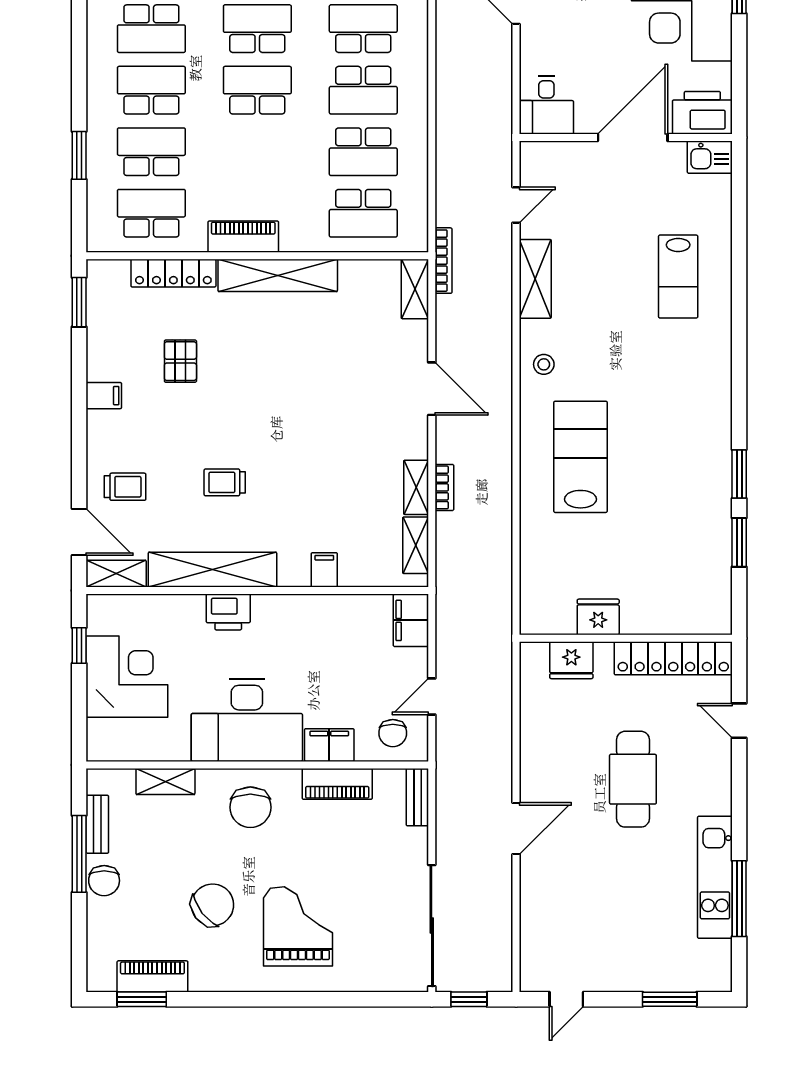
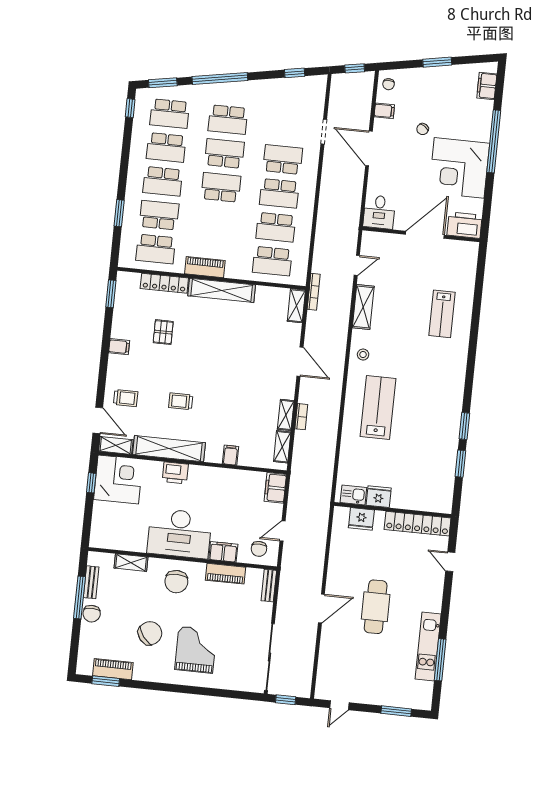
school desk: (151, 90) -> (163, 181), turned 180
kitchen sink: (710, 157) -> (353, 495), moved, turned 180
school desk: (151, 213) -> (156, 249), turned 180
corner desk: (127, 677) -> (118, 479), moved
cafe table: (633, 779) -> (376, 607), moved

